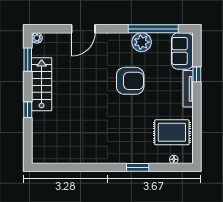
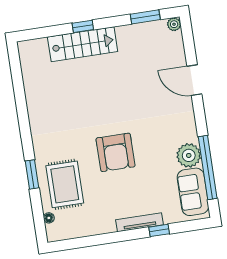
sofa: (182, 51) -> (193, 192), moved, turned -90
armchair: (130, 81) -> (116, 152), moved
stairs: (42, 84) -> (83, 44), moved
rug: (172, 132) -> (65, 184), moved

